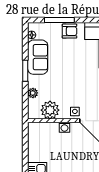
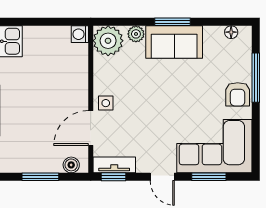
sofa: (38, 57) -> (174, 42), moved
plant: (50, 110) -> (108, 41), moved
washing machine: (64, 127) -> (80, 34), moved

